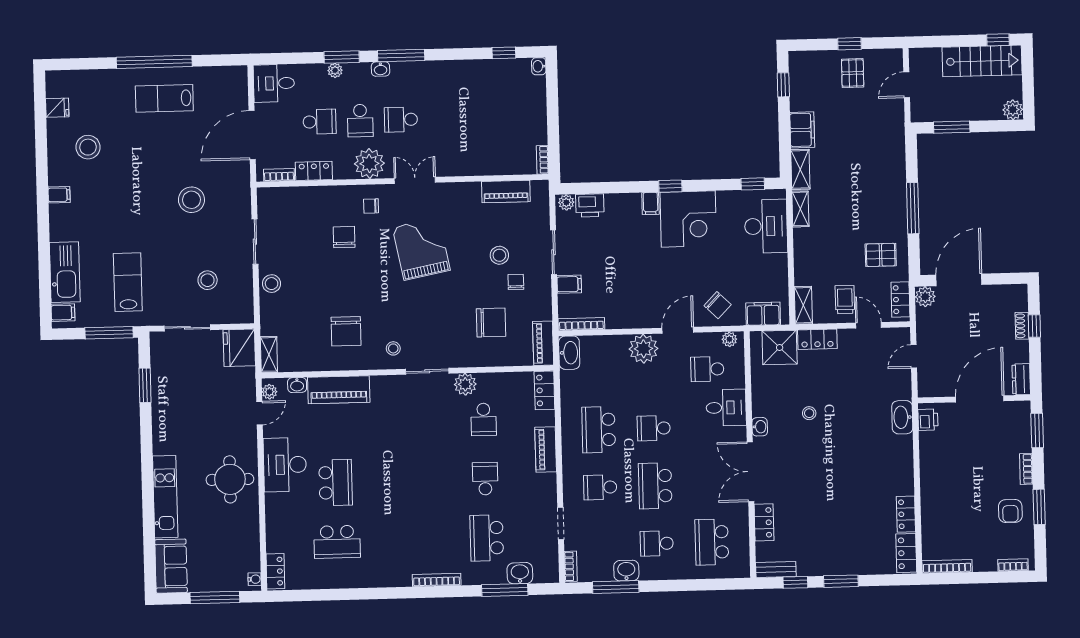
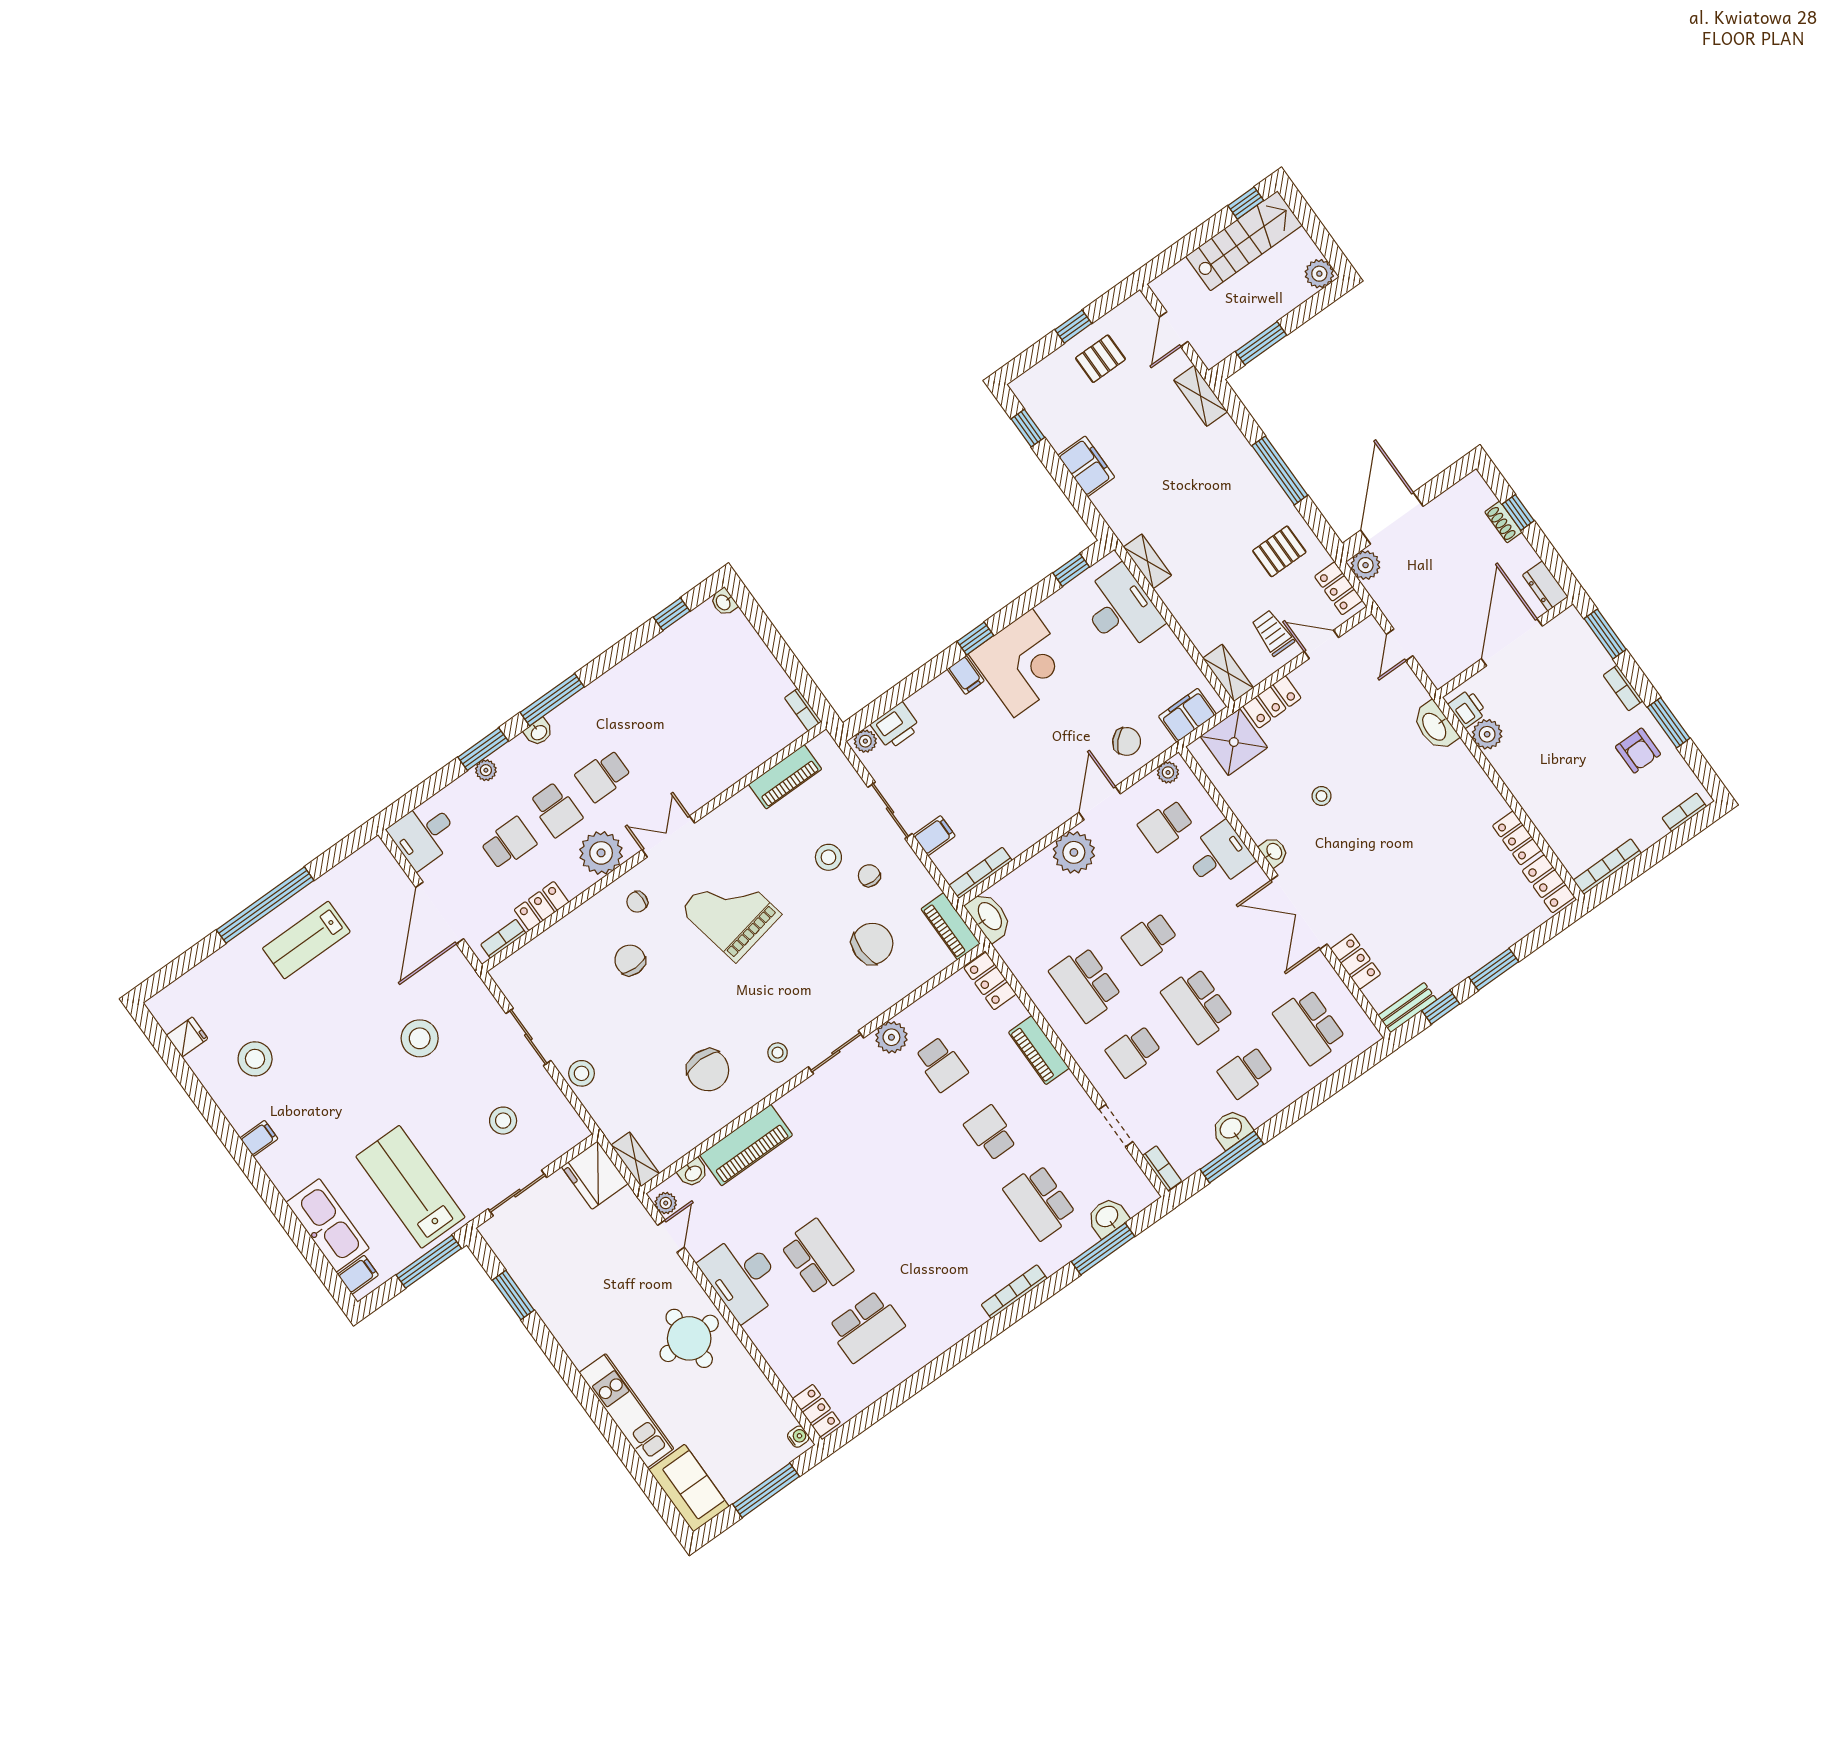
pallet: (853, 73) -> (1100, 359), turned 90
shelving: (800, 169) -> (1200, 396), moved
lab bench: (128, 282) -> (410, 1187), width x1.36, depth x1.39
plant: (929, 442) -> (1487, 734), added

